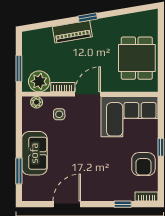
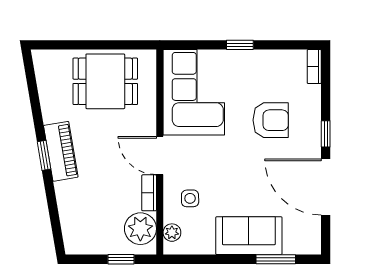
piano: (72, 32) -> (61, 151), moved
window: (19, 68) -> (121, 259), width x0.67
armchair: (143, 164) -> (271, 120), moved
door: (67, 204) -> (326, 187), width x1.36
window: (123, 204) -> (326, 134), moved

